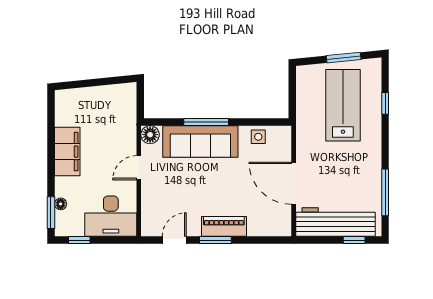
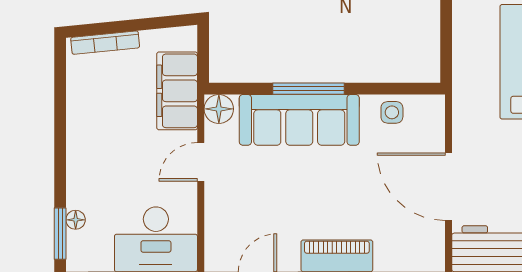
bookcase: (79, 93) -> (105, 43), added
filing cabinet: (67, 152) -> (177, 91), moved, turned 180

